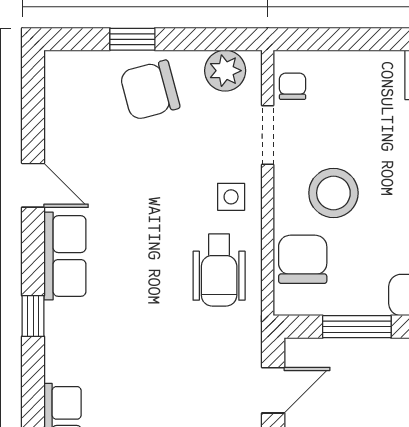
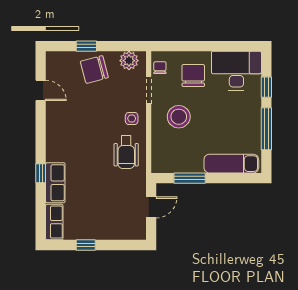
door: (33, 185) -> (41, 90), moved
row of seats: (65, 256) -> (55, 183), moved
chair: (303, 259) -> (193, 75), moved

